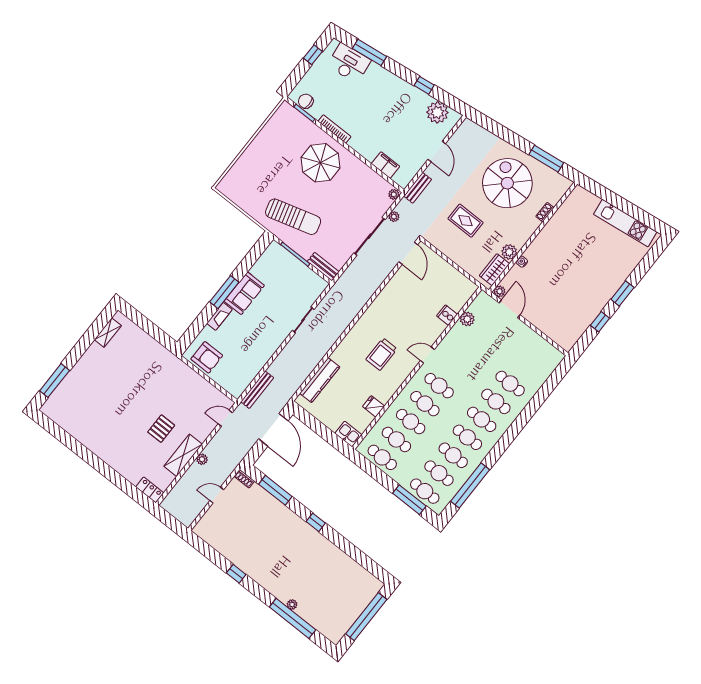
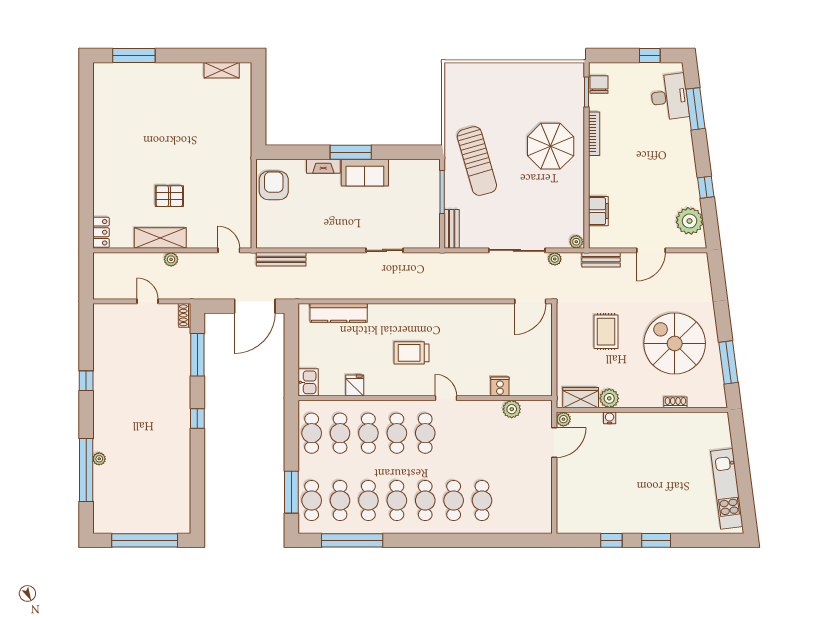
spiral stairs: (507, 183) -> (675, 343), turned -90
armchair: (207, 357) -> (274, 186), turned 180

